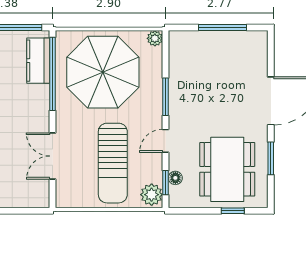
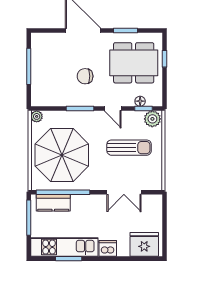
chair: (209, 104) -> (85, 76), added
sun lounger: (113, 163) -> (129, 148), width x0.73, depth x0.75

